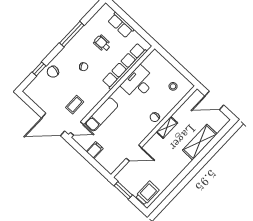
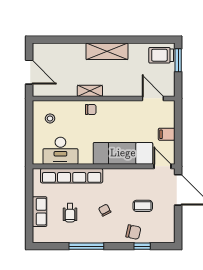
desk: (138, 83) -> (60, 151), moved
coffee table: (75, 105) -> (143, 206), moved
exam couch: (102, 114) -> (123, 153), width x1.36, depth x1.45
shelving: (200, 142) -> (107, 51), moved
door: (134, 153) -> (153, 98), moved
window: (123, 190) -> (178, 60), moved

